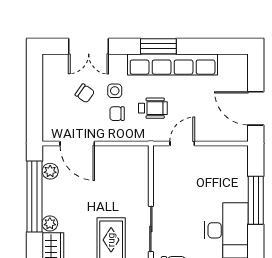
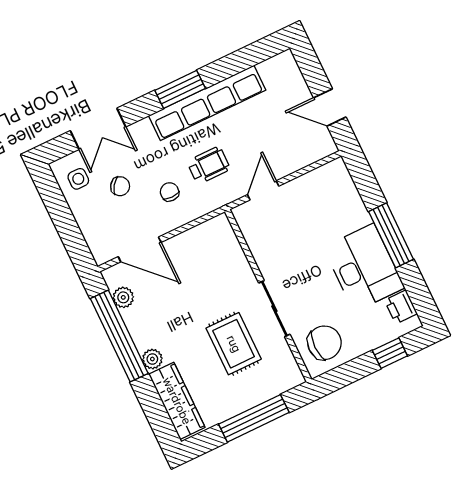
side table: (115, 91) -> (78, 179), moved
door: (256, 108) -> (330, 107), width x0.73
chair: (117, 114) -> (170, 192), turned 90
window: (256, 200) -> (391, 235), moved

